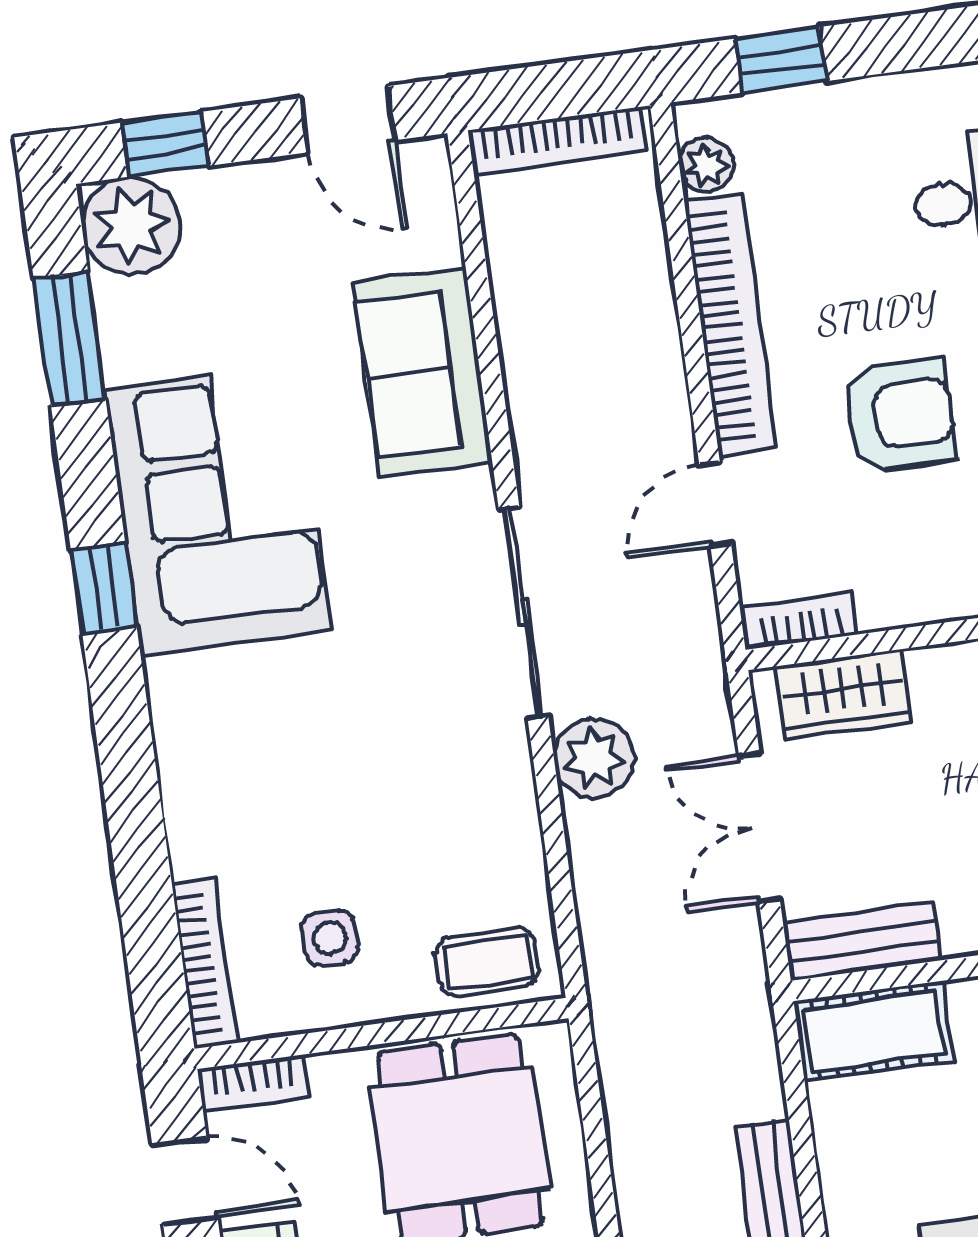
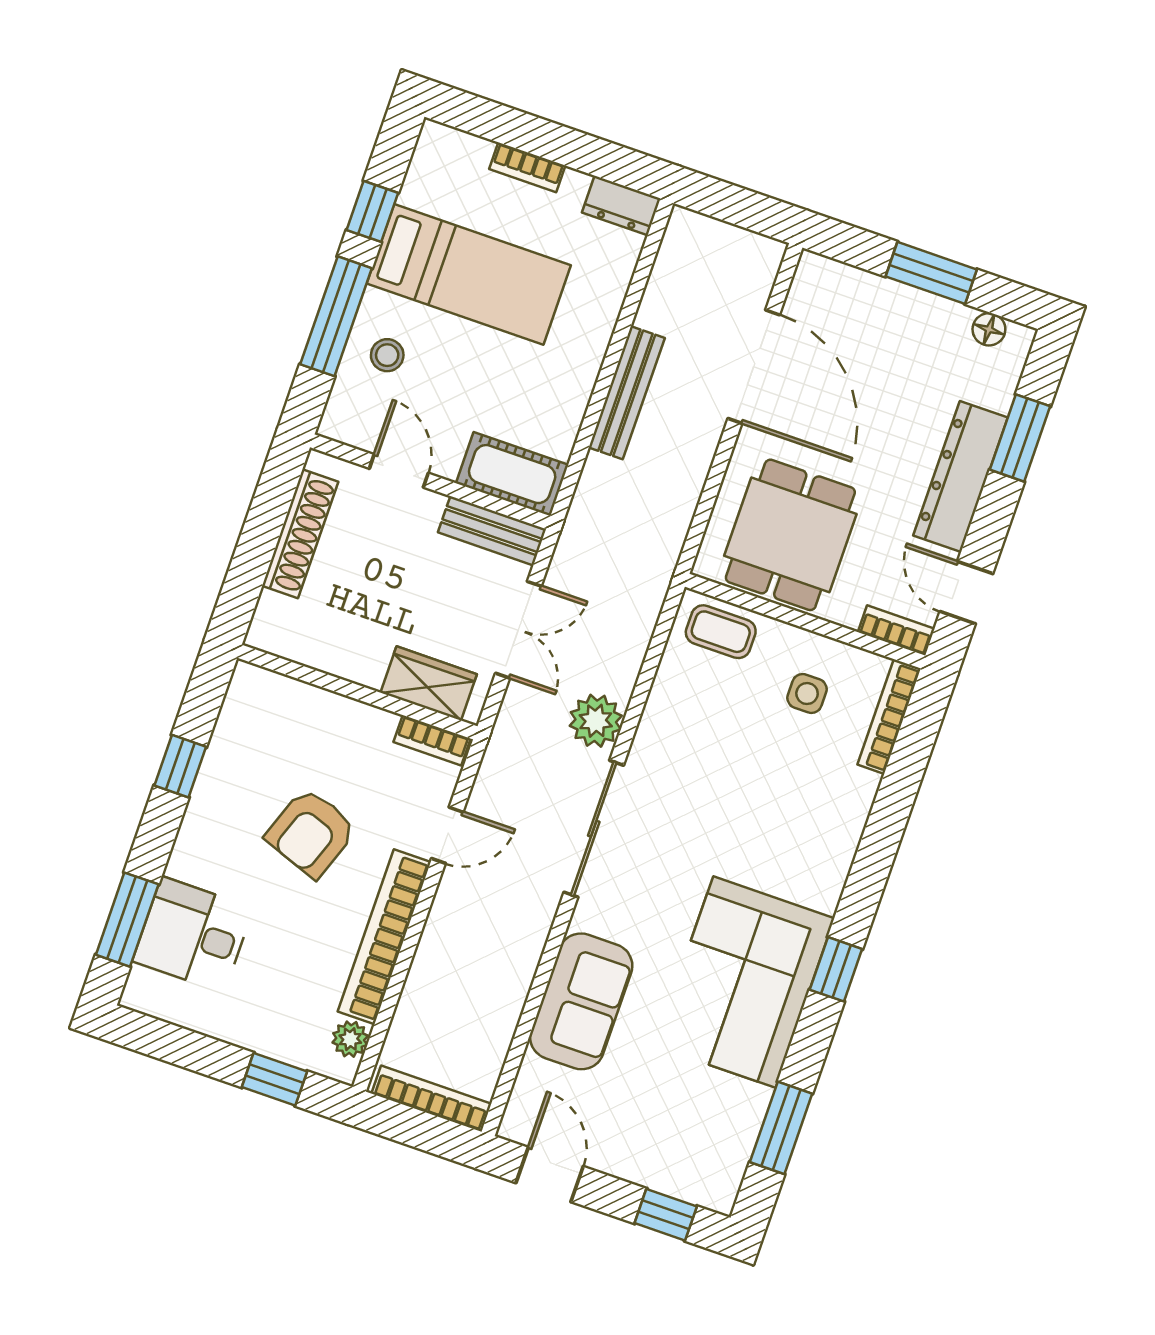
plant: (131, 226) -> (711, 1177), removed
armchair: (899, 415) -> (311, 833), turned -70

